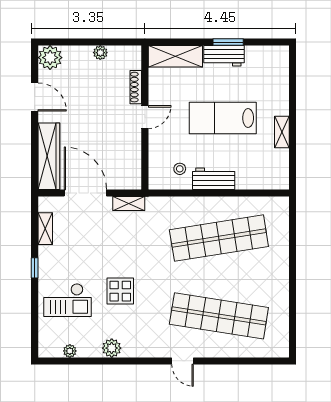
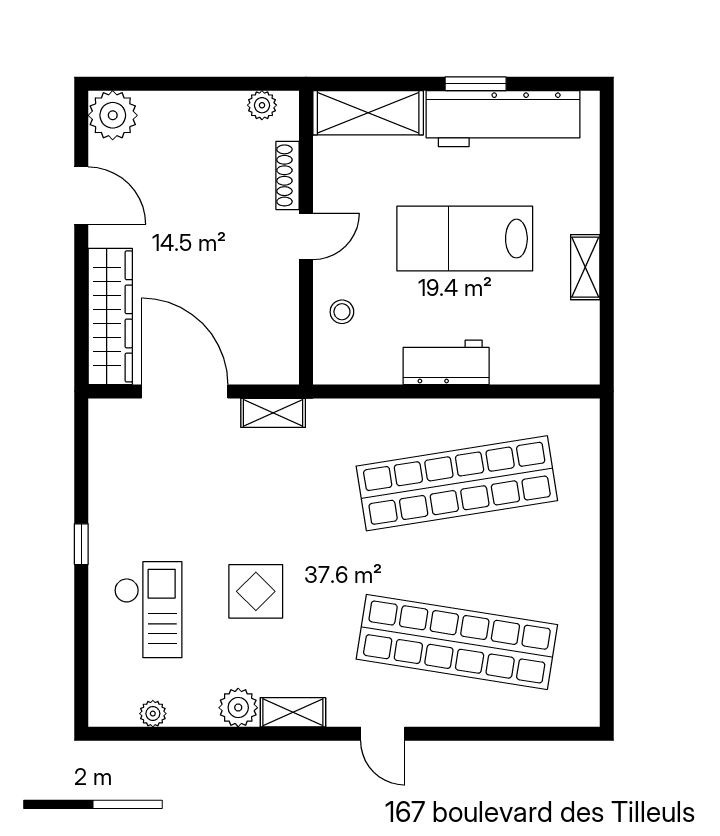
plant: (100, 53) -> (262, 105), moved
workbench: (224, 56) -> (503, 119), width x1.88, depth x1.32
stool: (180, 169) -> (342, 312), moved
shelving: (45, 229) -> (293, 712), moved, turned 90
checkout: (67, 300) -> (148, 610), turned -90

